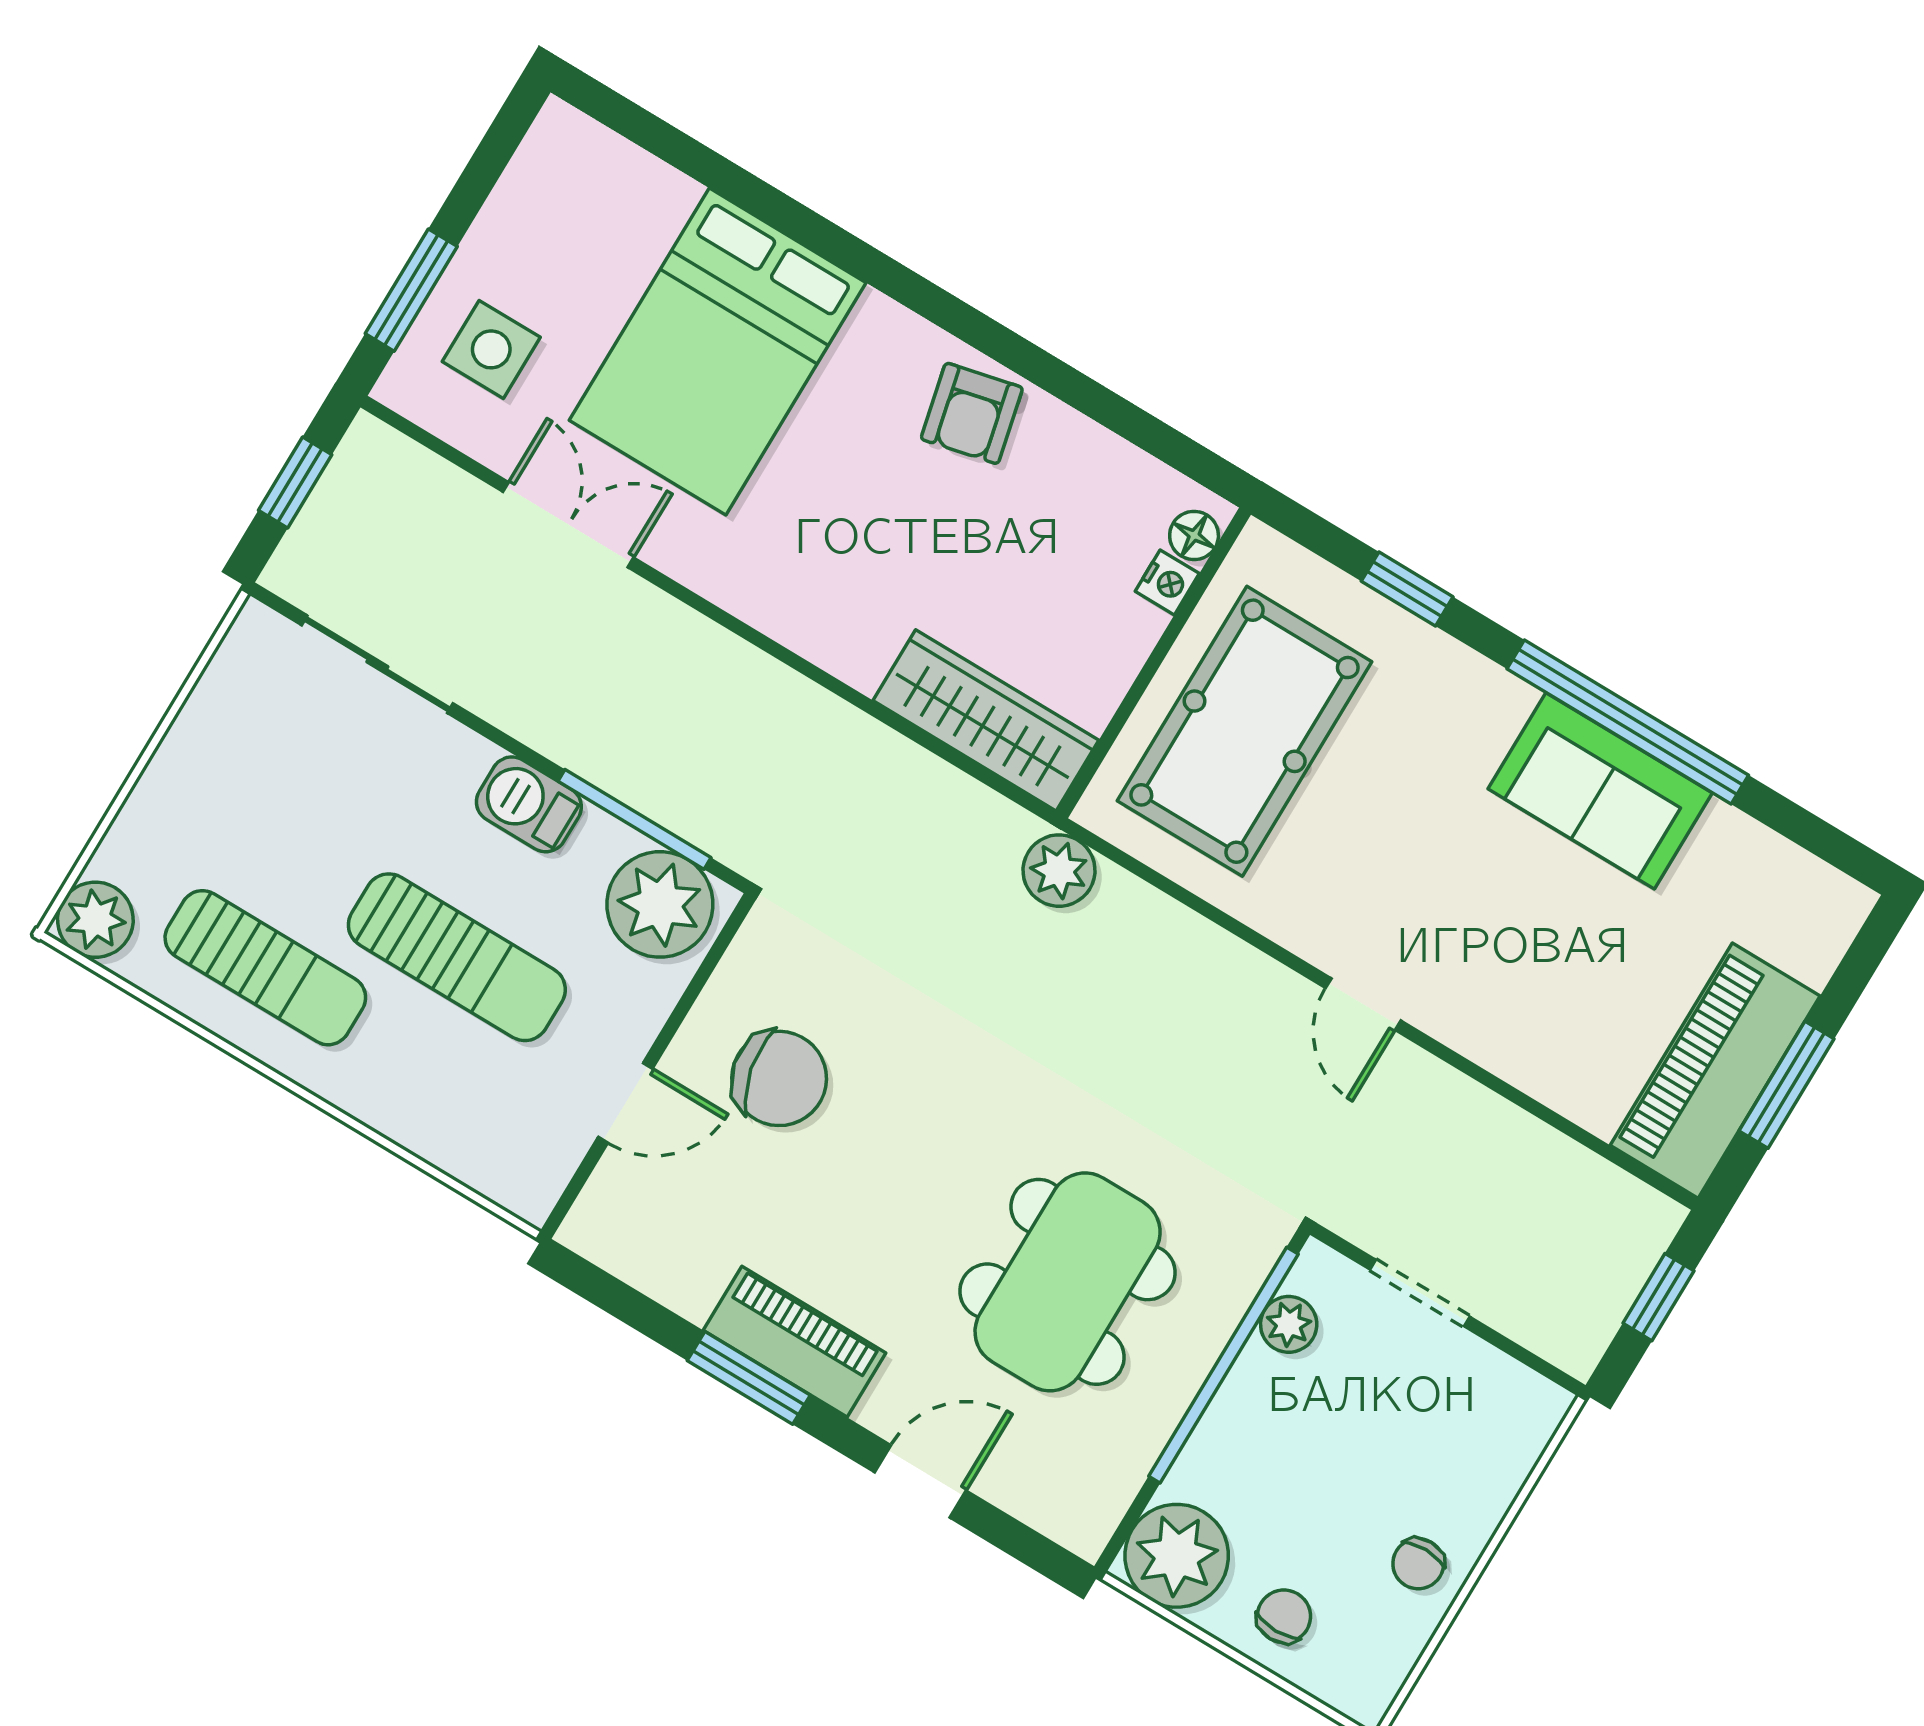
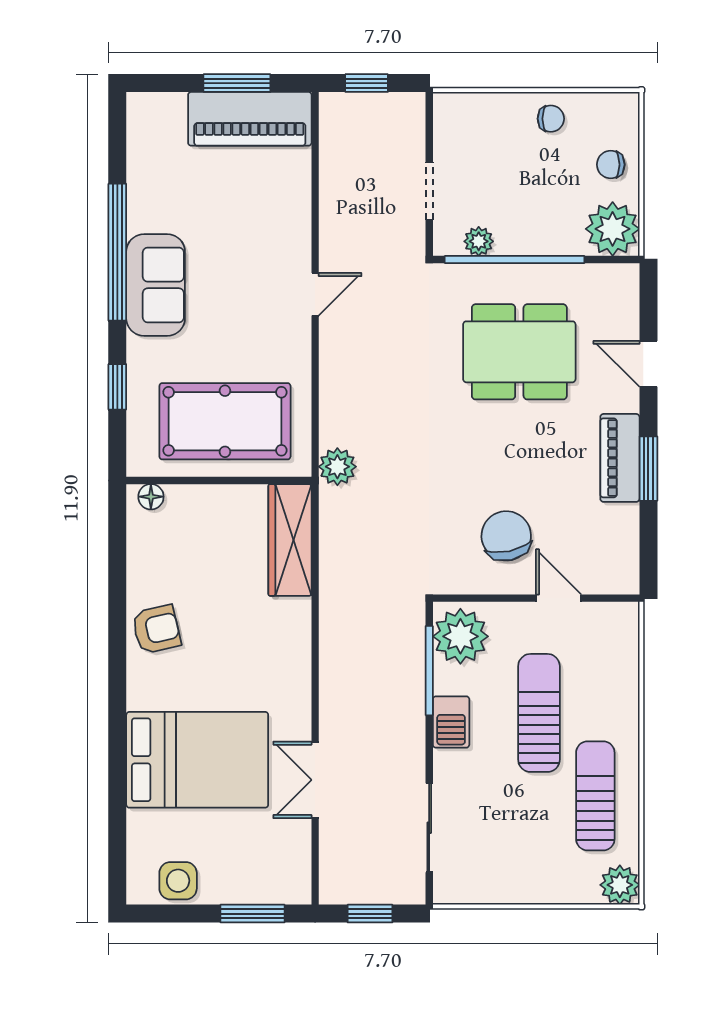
side table: (491, 349) -> (178, 881), moved
nightstand: (1167, 582) -> (179, 496), removed
sofa: (1600, 791) -> (156, 285), moved

